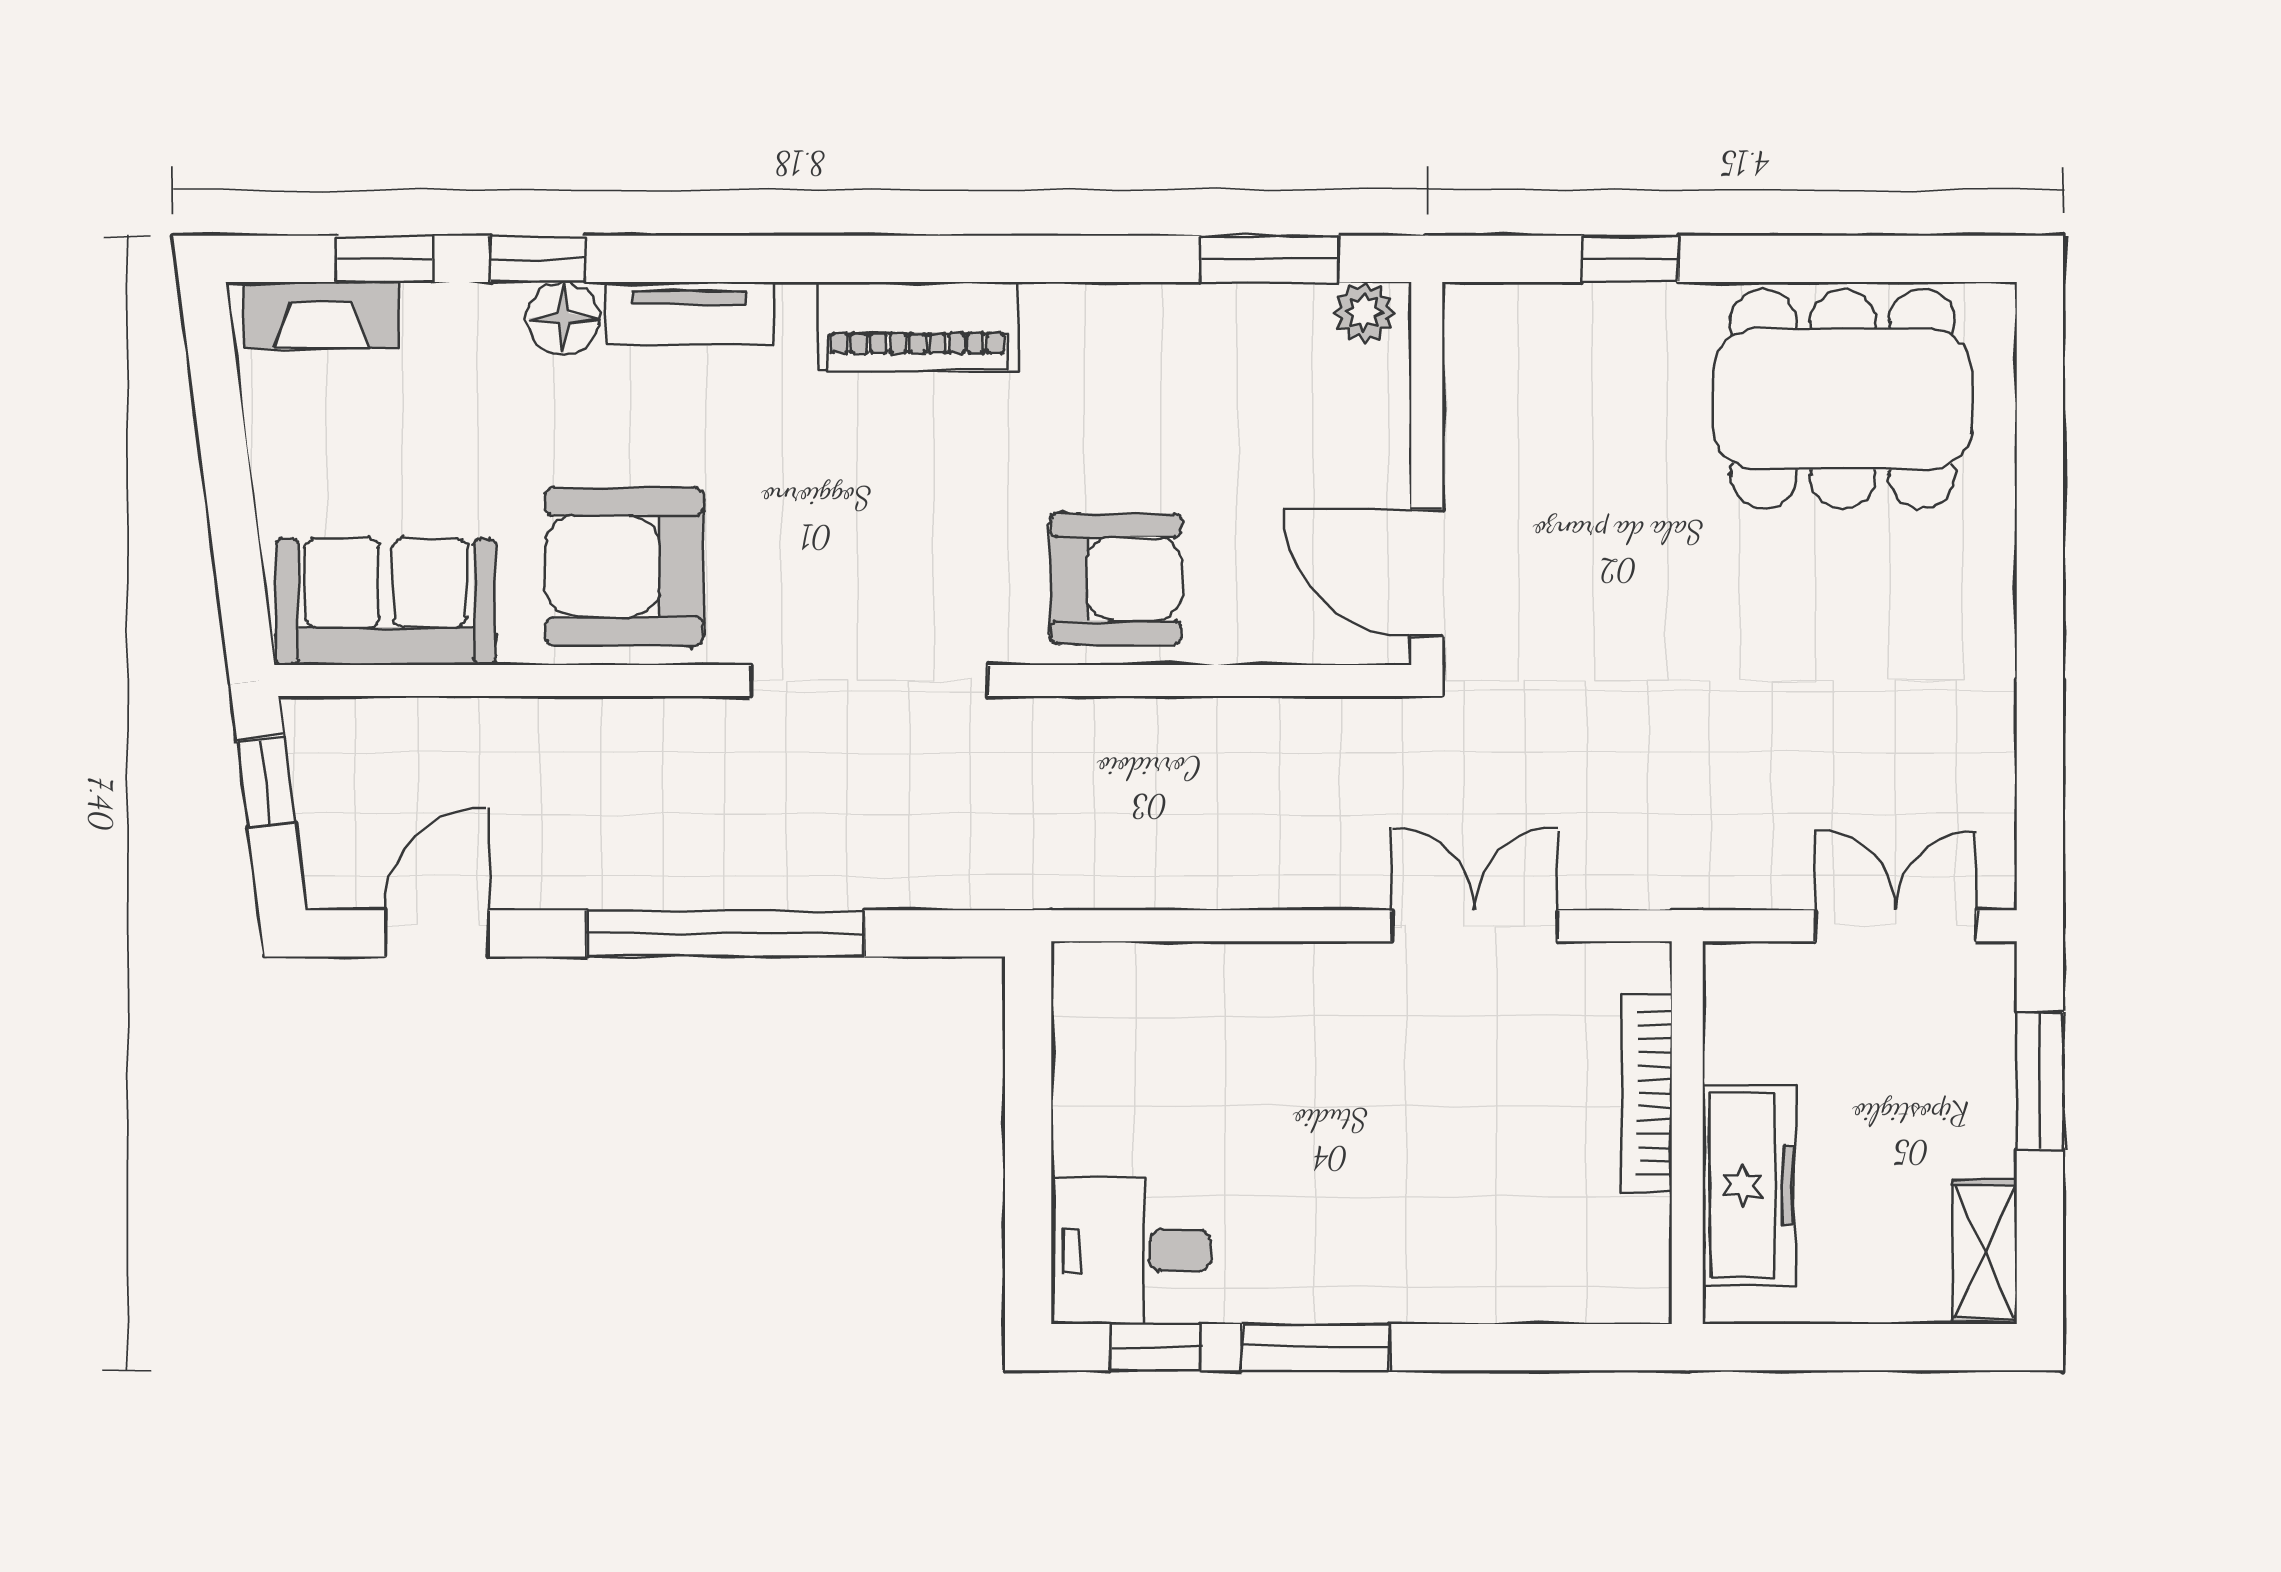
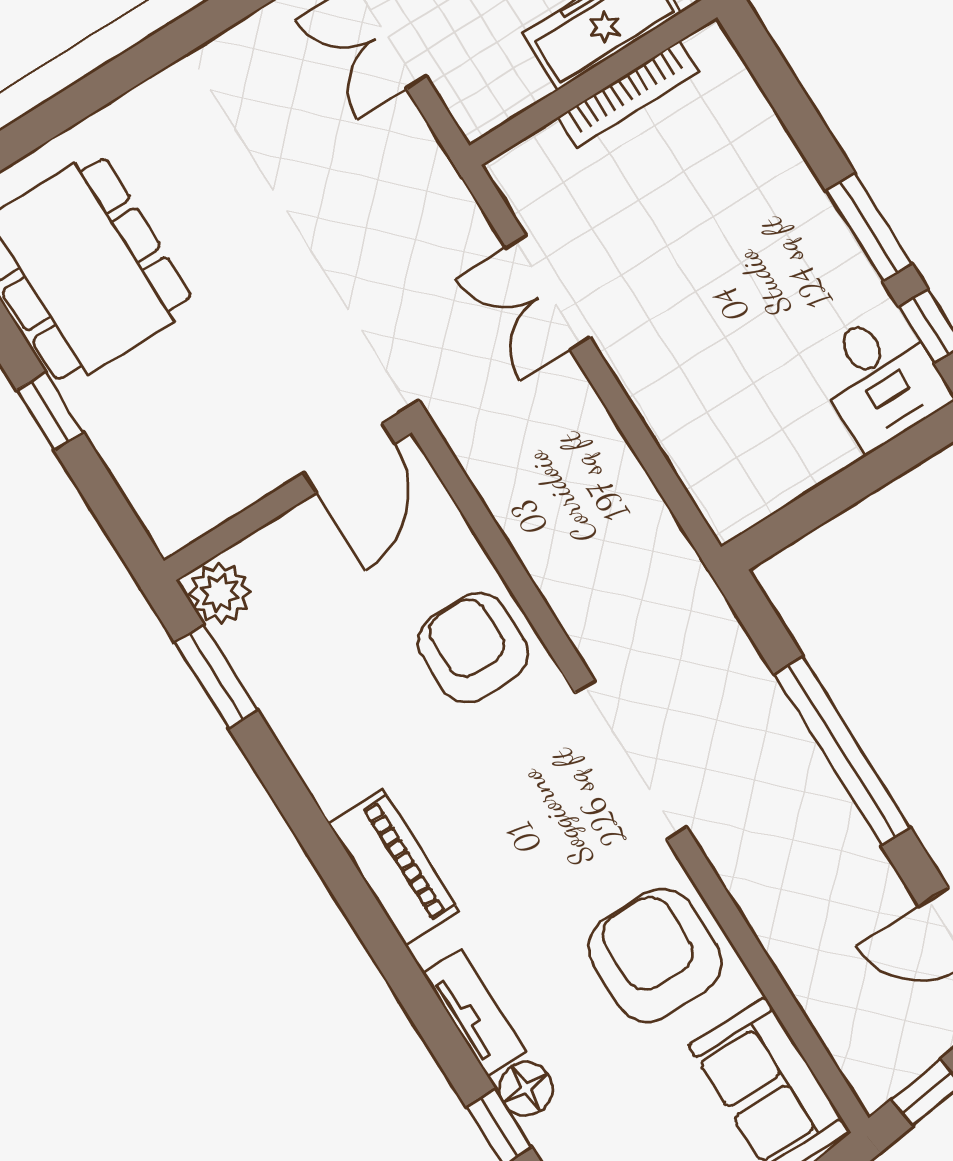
window: (1630, 259) -> (50, 411), moved
plant: (1364, 312) -> (220, 593), width x1.38, depth x1.38
armchair: (624, 566) -> (655, 955), turned 180
bookcase: (1647, 1093) -> (628, 95), moved

